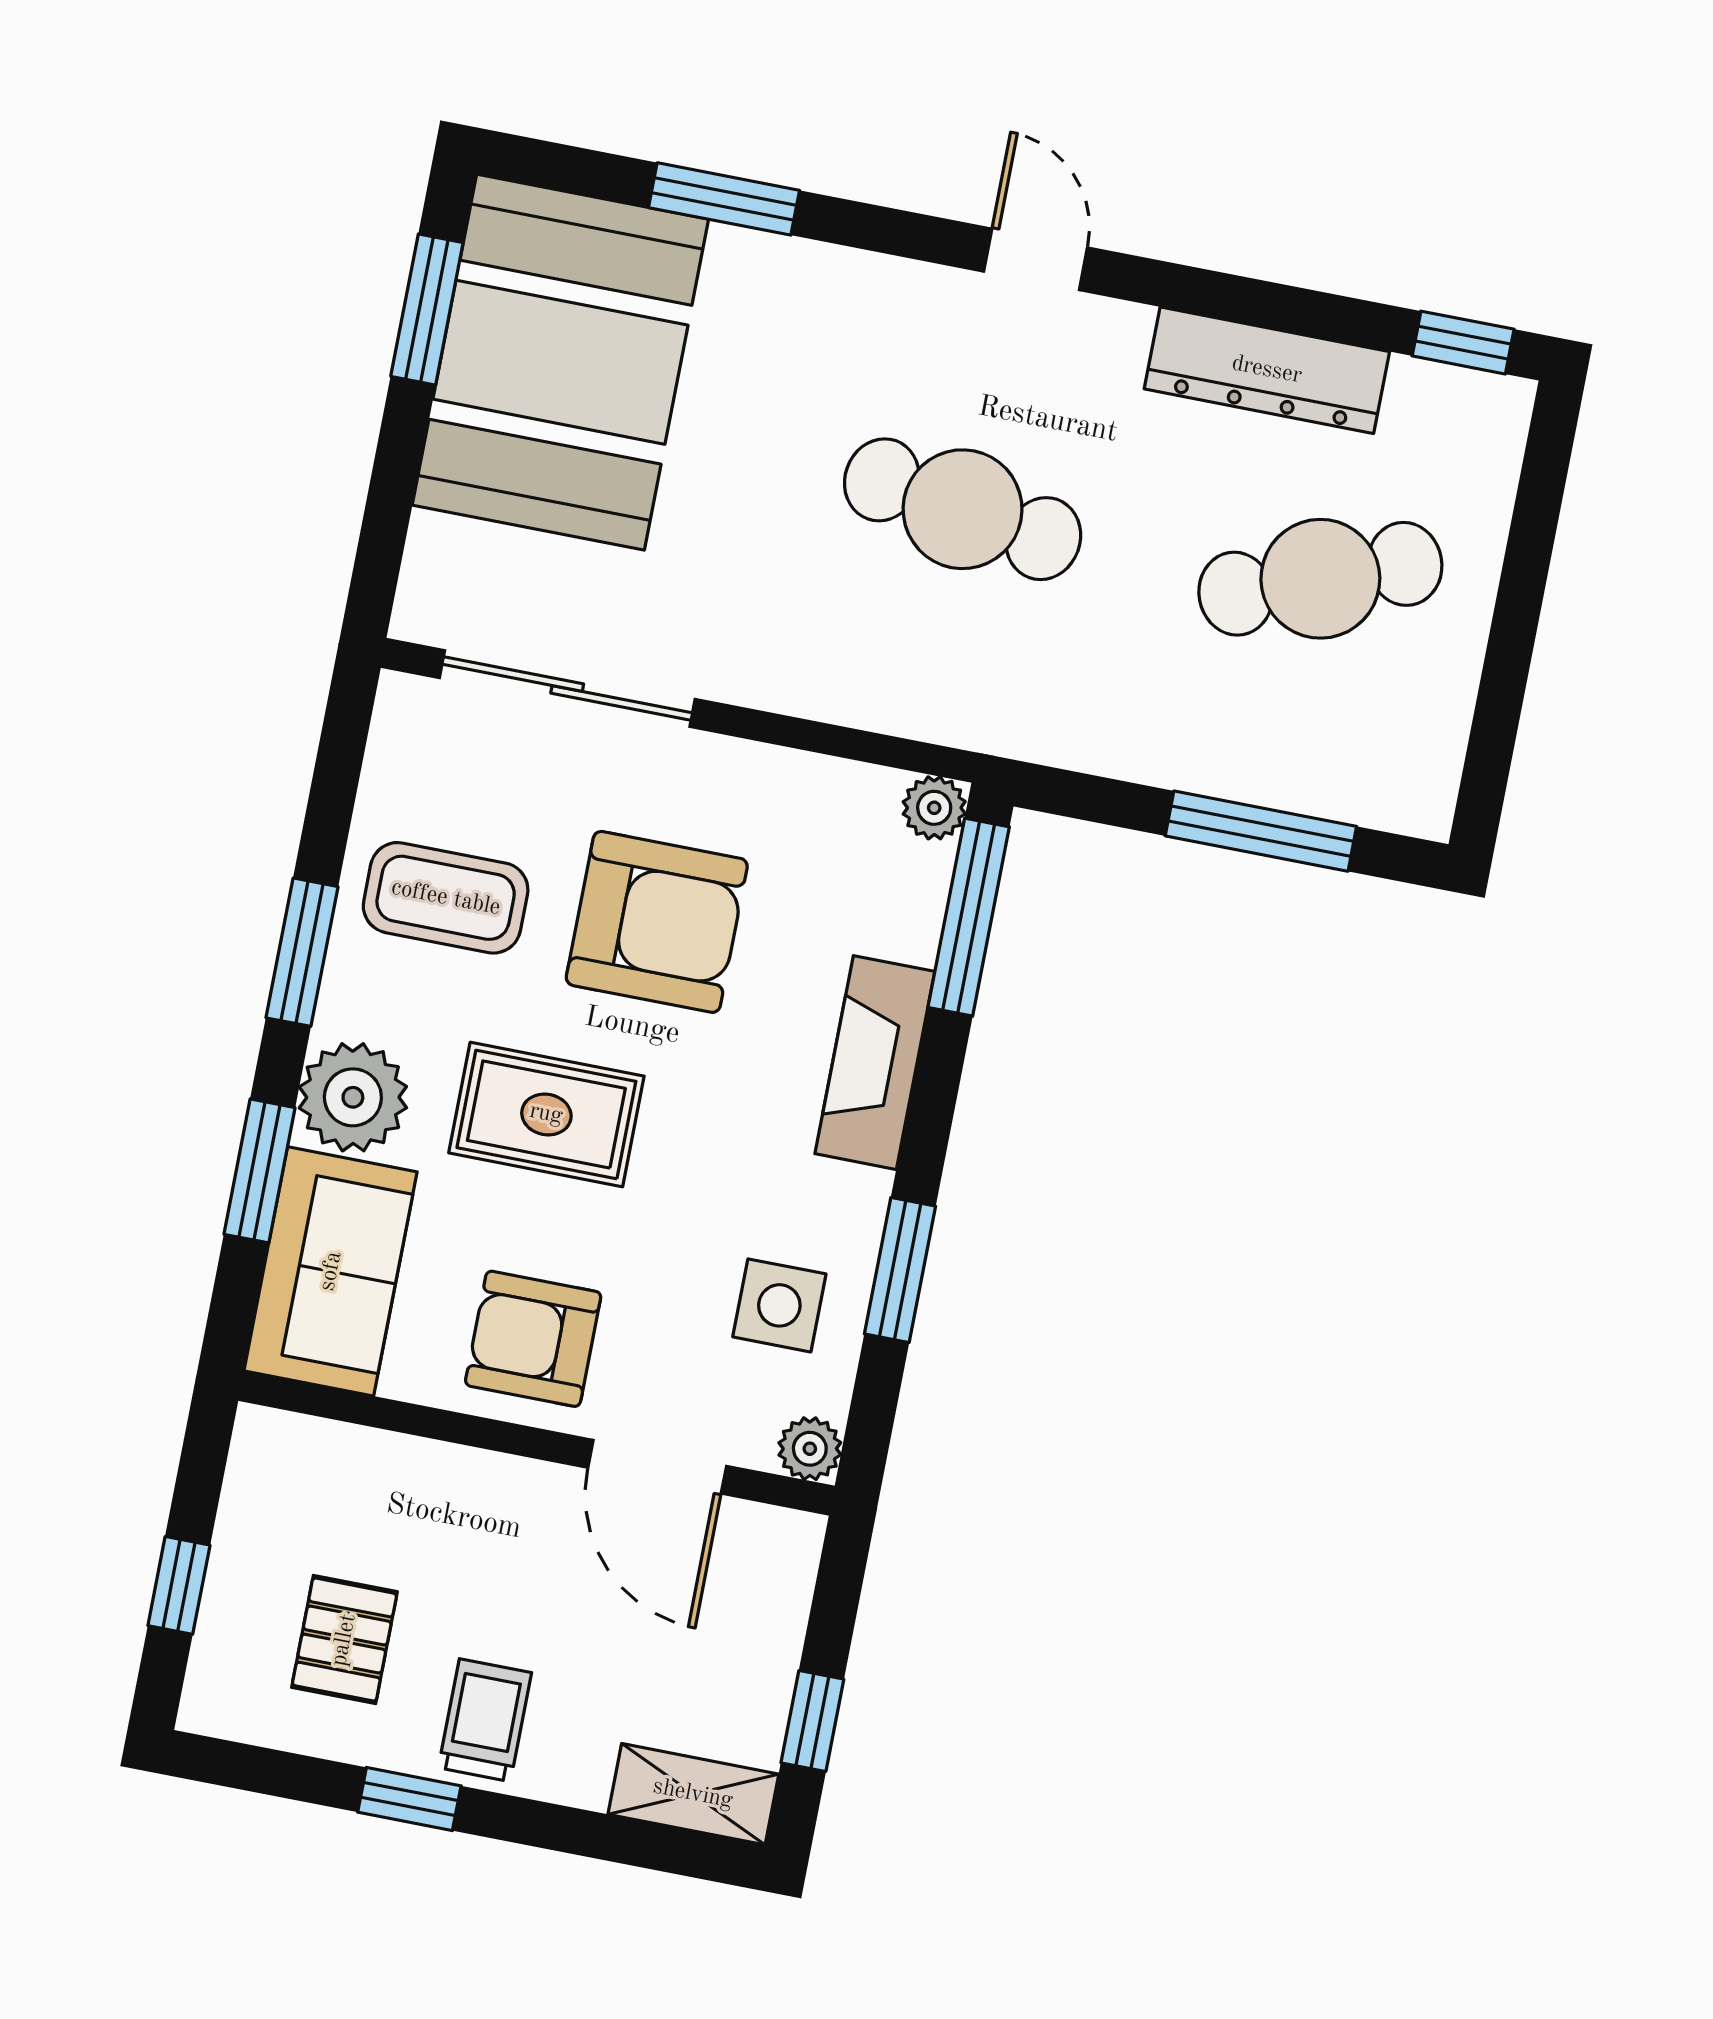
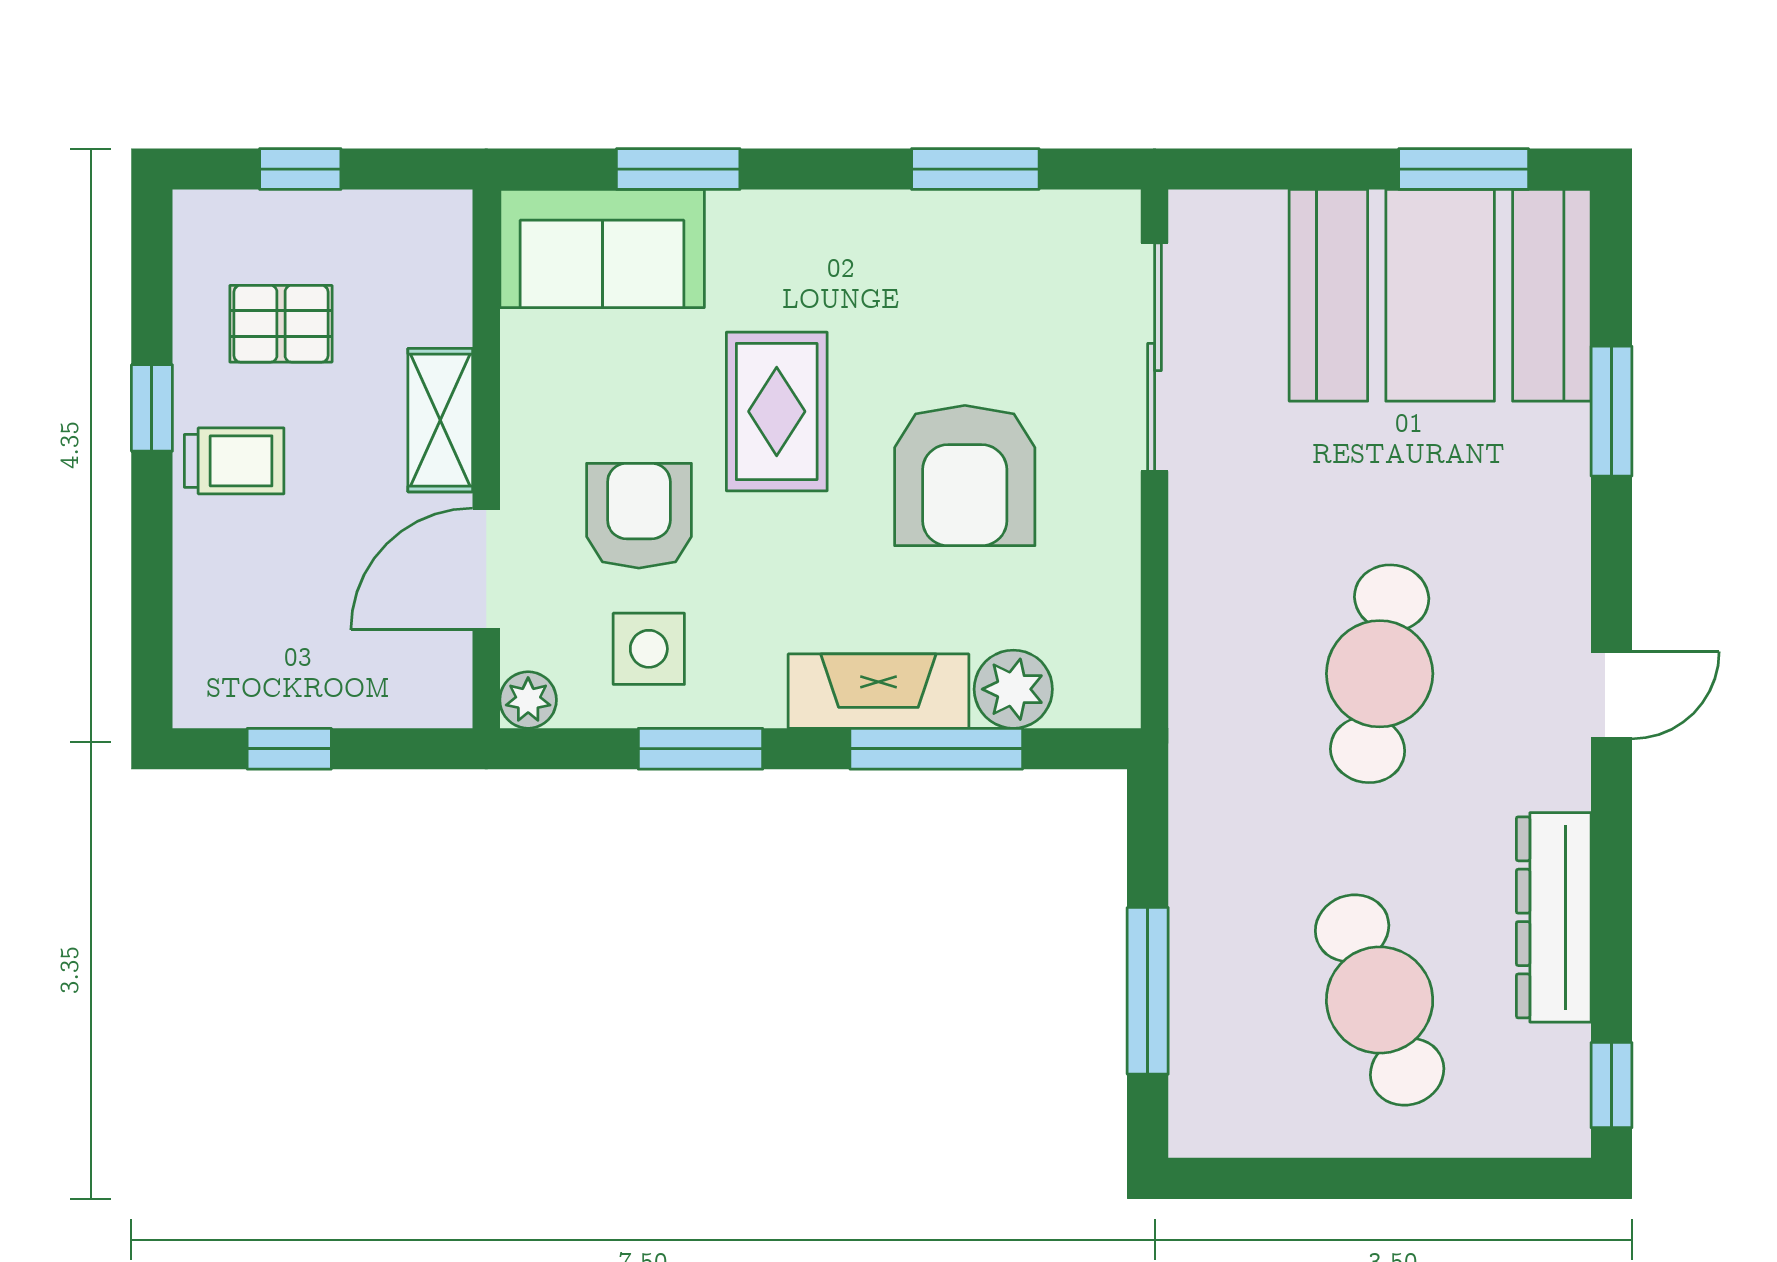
plant: (934, 808) -> (1013, 689), moved, width x1.38, depth x1.38
coffee table: (446, 898) -> (950, 286), removed
window: (969, 917) -> (936, 749), moved
window: (302, 952) -> (975, 169), moved
plant: (353, 1097) -> (759, 239), removed
armchair: (533, 1339) -> (639, 516), moved
shelving: (693, 1794) -> (440, 420), moved

